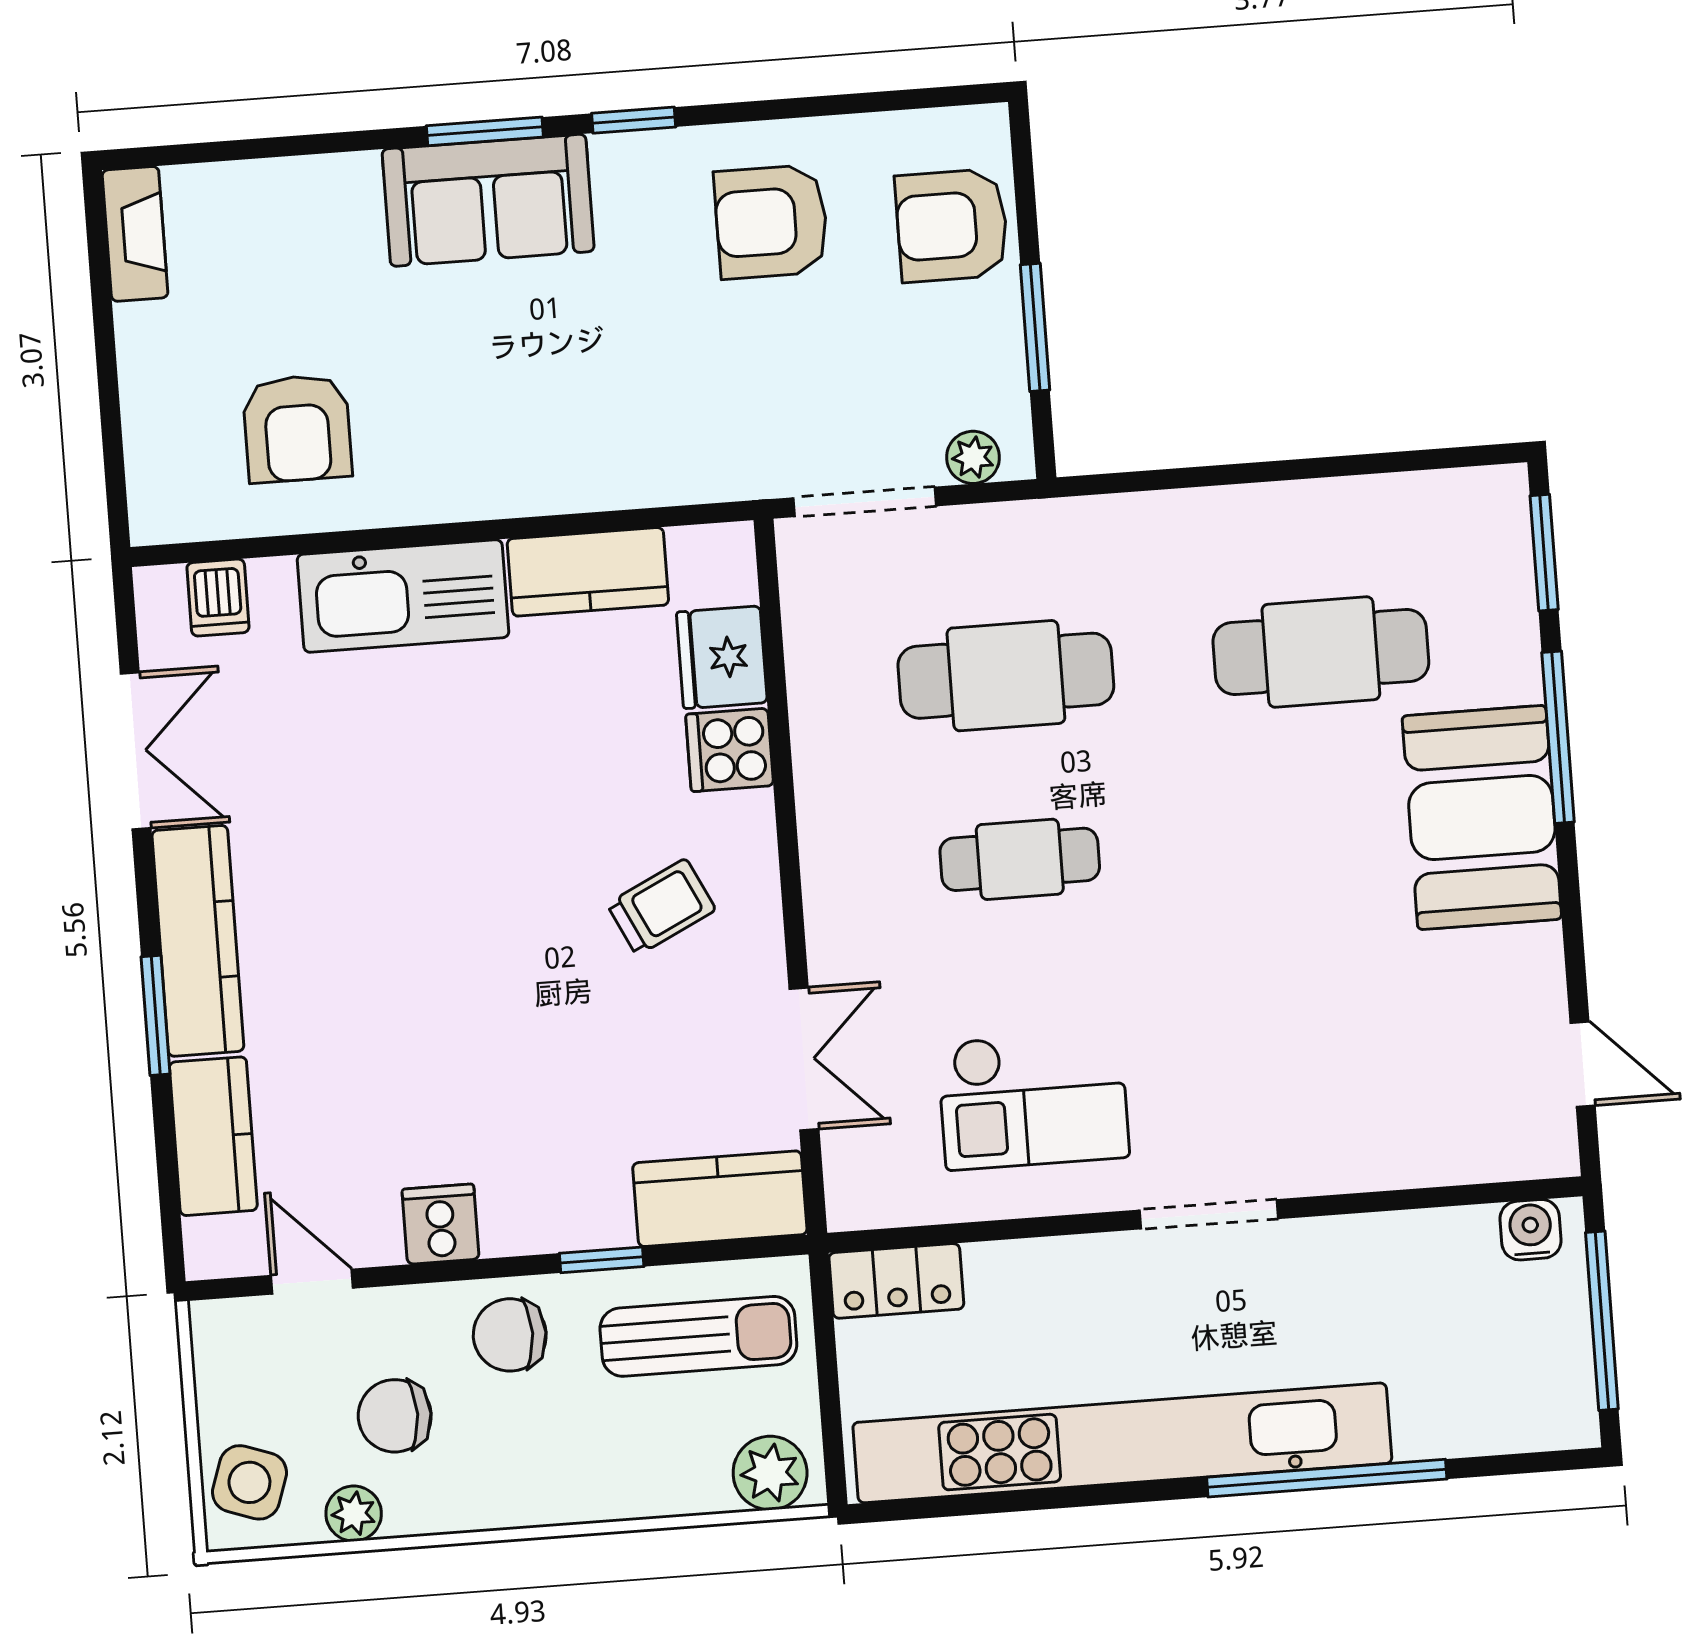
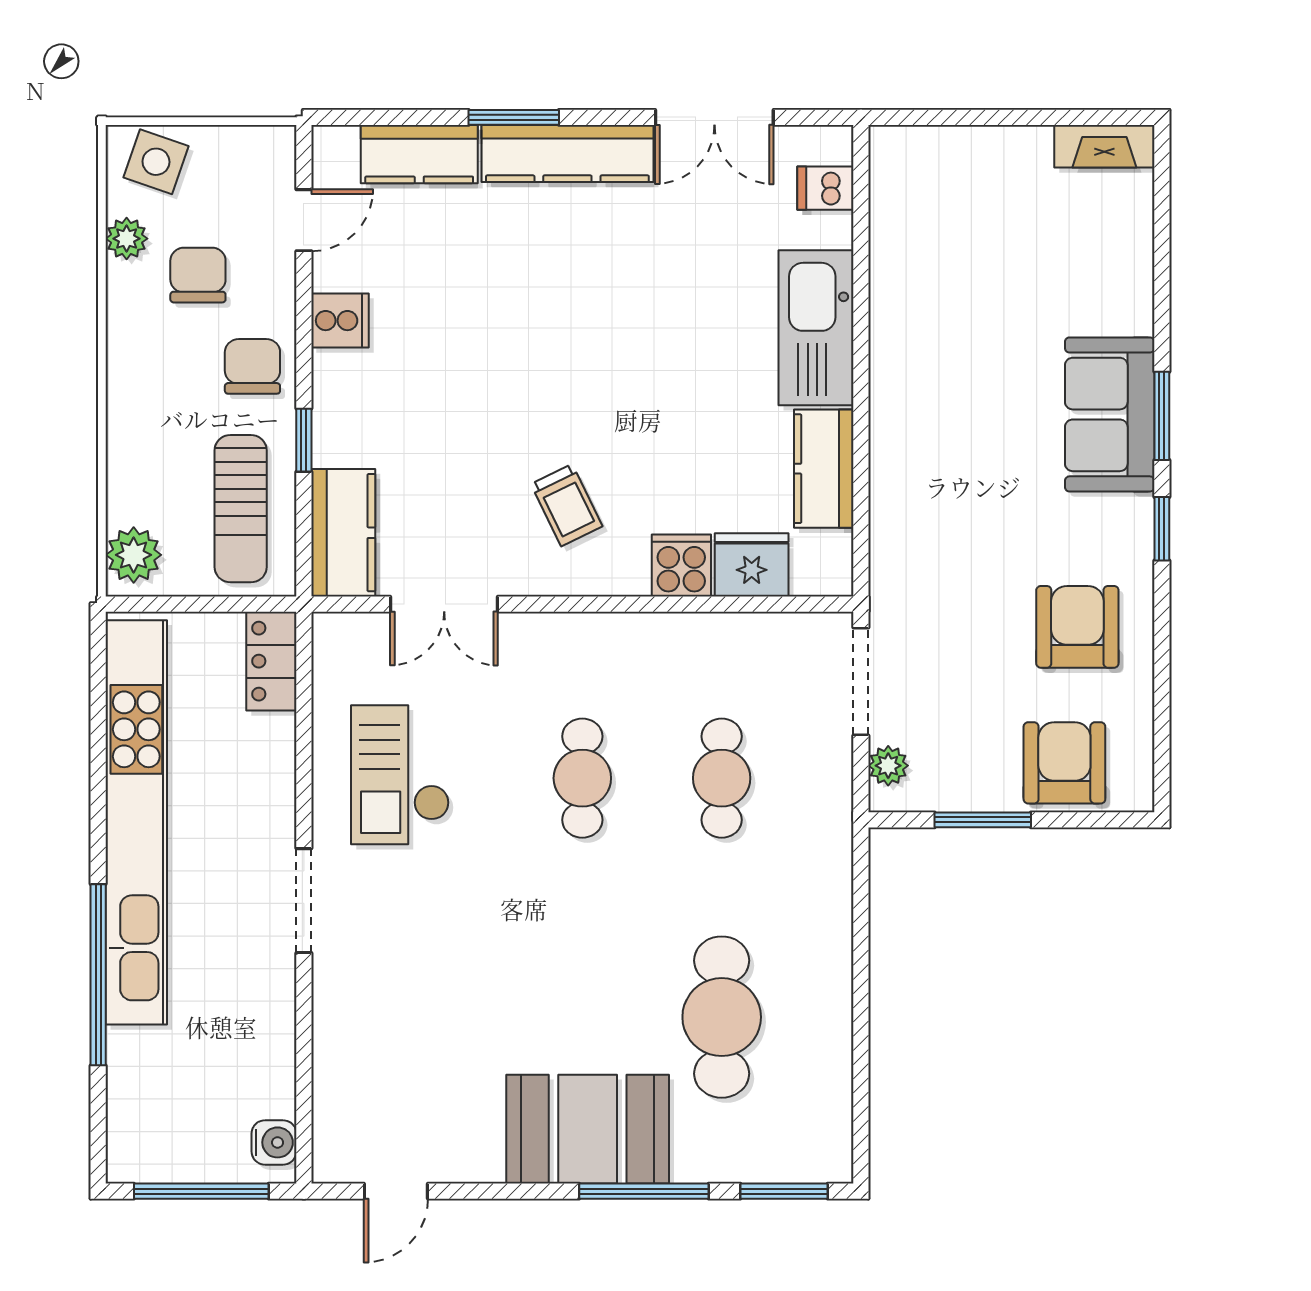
armchair: (297, 429) -> (948, 258), removed
cafe table: (1006, 676) -> (722, 778), width x0.73, depth x0.74

